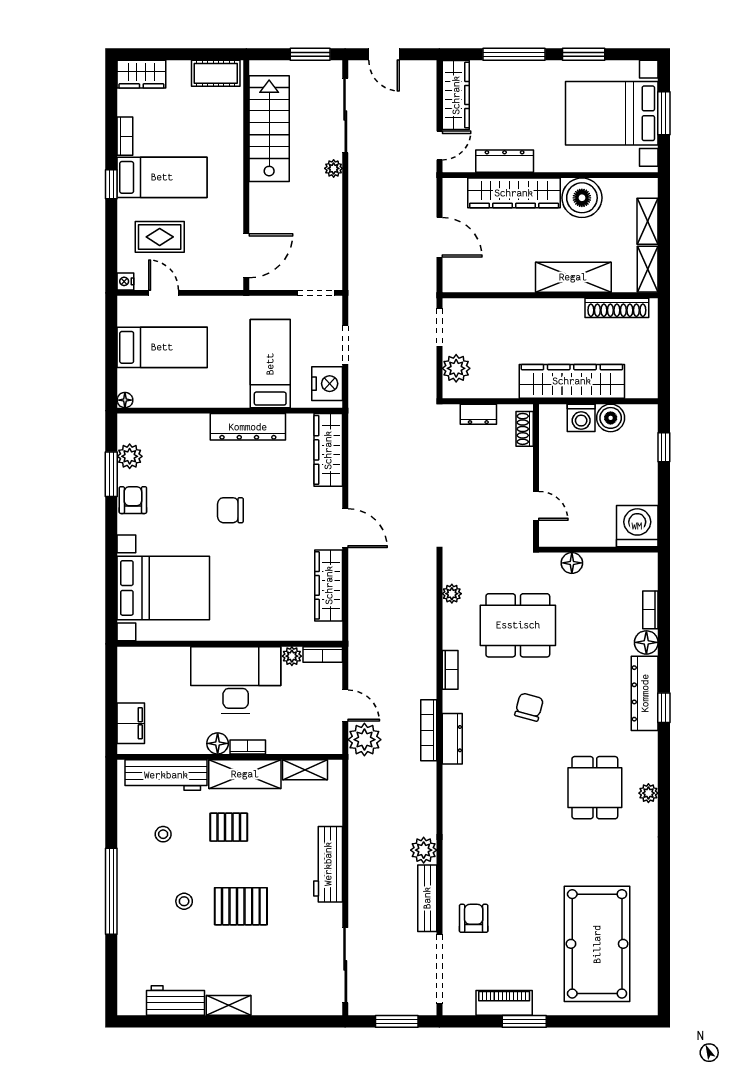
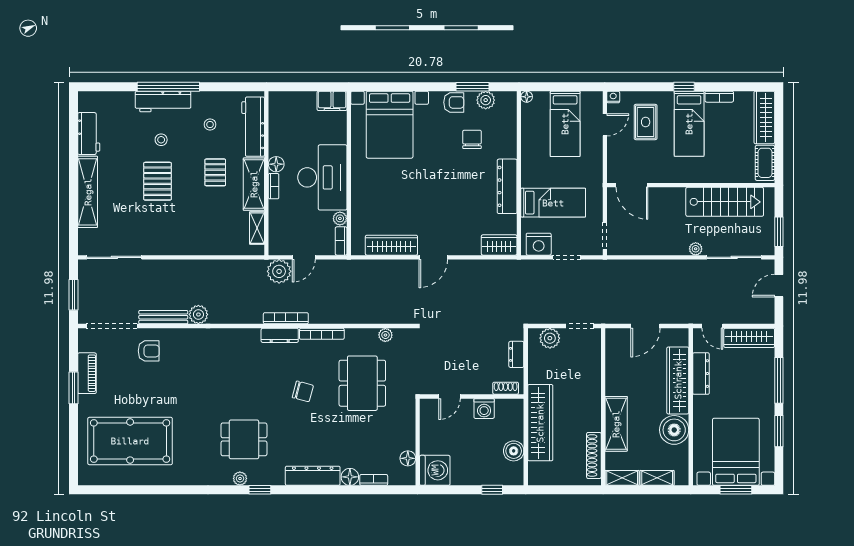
wardrobe: (141, 74) -> (764, 117), width x1.50
washing machine: (581, 418) -> (484, 409), moved, turned -90
wardrobe: (328, 450) -> (499, 245), width x0.67
chair: (230, 510) -> (472, 139), moved
floor lamp: (572, 563) -> (408, 458), moved
bookcase: (450, 670) -> (322, 334), width x1.56
window: (664, 708) -> (260, 490), moved
filing cabinet: (131, 723) -> (332, 101), moved
workbench: (328, 864) -> (163, 101), moved, turned 180
shelving: (229, 1005) -> (88, 192), width x2.20, depth x1.33

